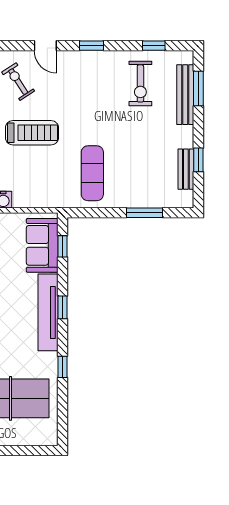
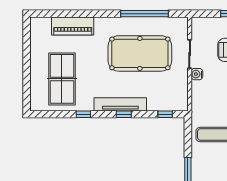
sofa: (42, 245) -> (166, 100), removed

